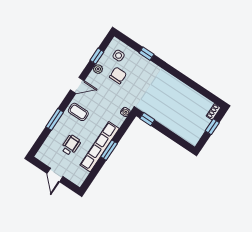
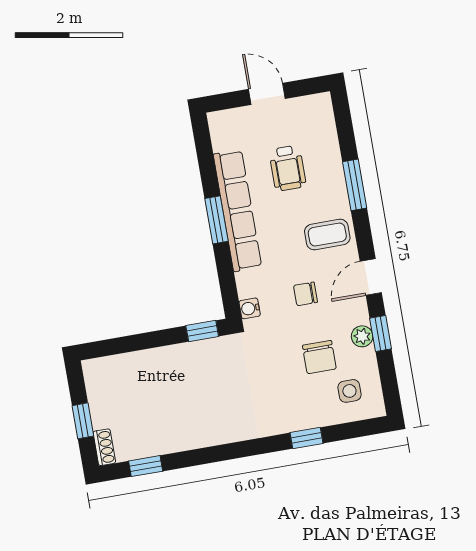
window: (97, 56) -> (381, 334), moved
window: (206, 93) -> (146, 466), added
chair: (103, 100) -> (306, 294), added

